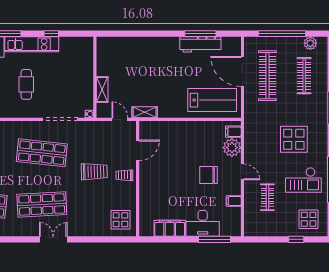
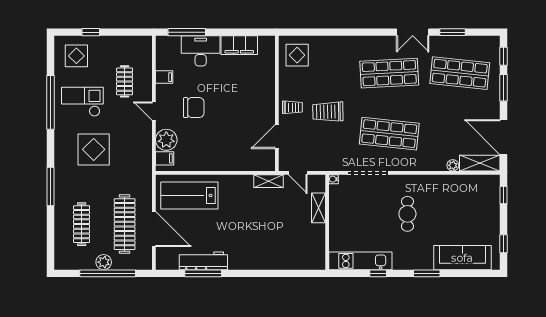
plant: (310, 43) -> (104, 262), moved
kitchen unit: (32, 44) -> (360, 261), moved
double door: (53, 239) -> (413, 32), moved

